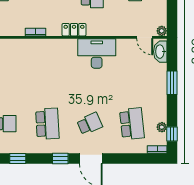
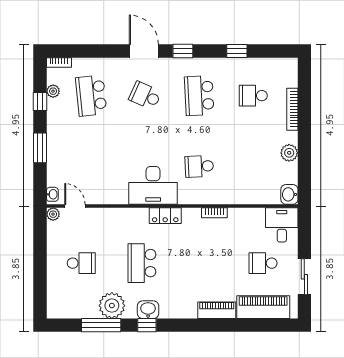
washbasin: (160, 52) -> (52, 194), width x0.52, depth x0.69
desk: (97, 53) -> (153, 185), moved
school desk: (47, 68) -> (199, 166), added
school desk: (90, 124) -> (145, 96), turned 48
window: (172, 134) -> (40, 101), moved

